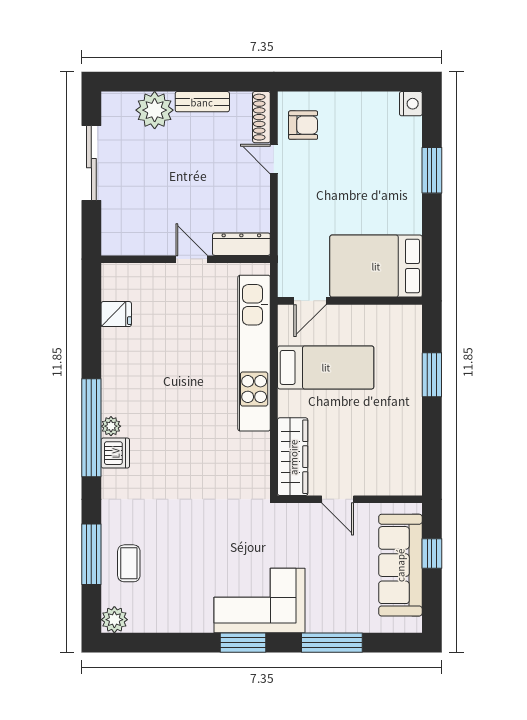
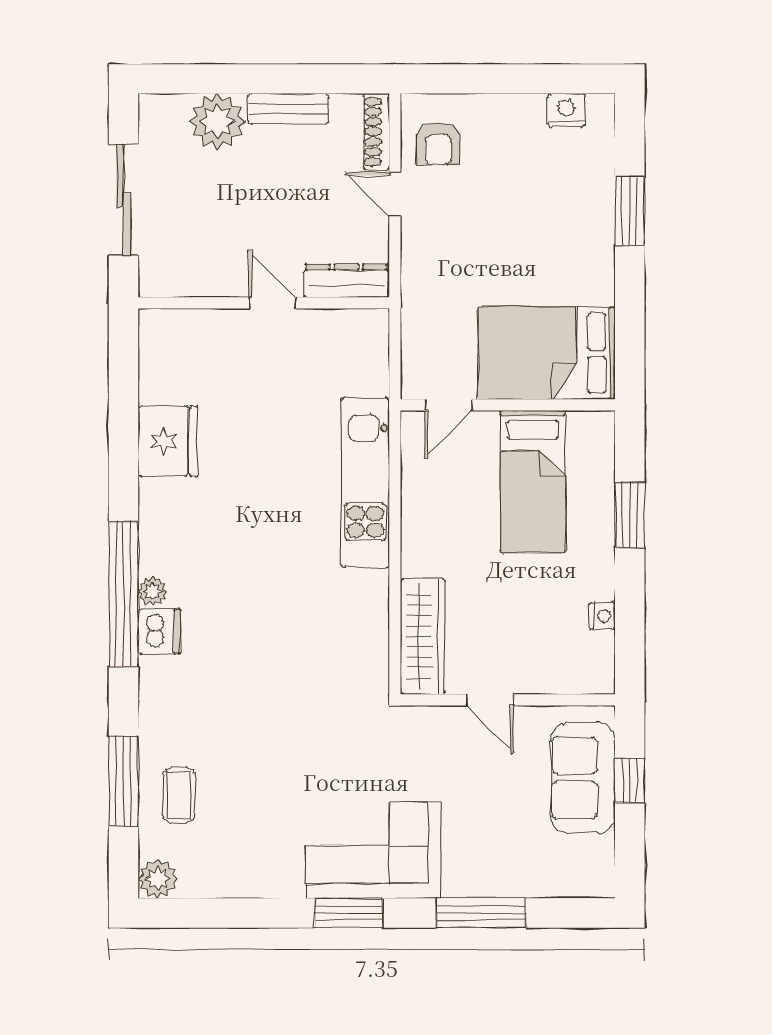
nightstand: (411, 104) -> (566, 110), moved, turned -90
armchair: (303, 125) -> (438, 144), turned 90
dresser: (241, 244) -> (346, 281), moved
wall: (186, 259) -> (264, 303), moved
door: (192, 259) -> (273, 303), moved
fridge: (116, 314) -> (168, 441), width x1.88, depth x1.34
kitchen unit: (254, 353) -> (365, 483), width x0.73
bed: (326, 367) -> (533, 482), moved, turned 90
nightstand: (413, 443) -> (602, 616), added
sofa: (400, 565) -> (583, 778), width x0.73

